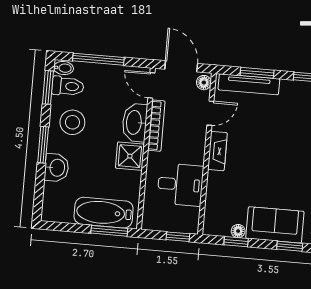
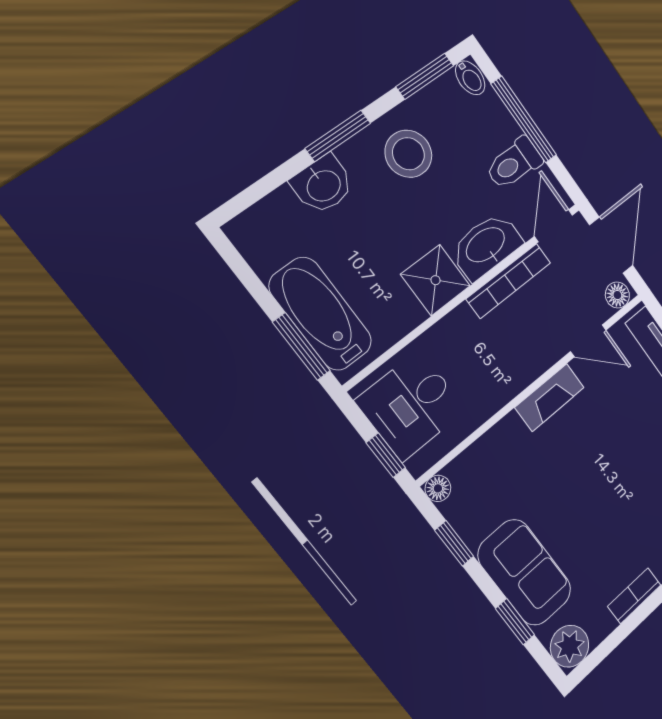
toilet: (68, 86) -> (514, 163), moved, turned 90
desk: (180, 185) -> (411, 405), moved, turned 90
floor lamp: (238, 231) -> (438, 488), moved

